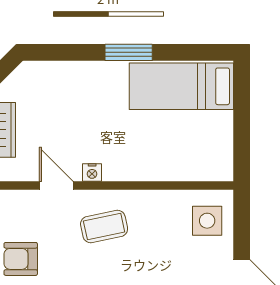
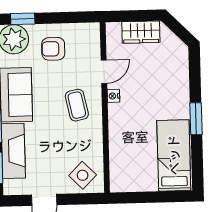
side table: (207, 221) -> (83, 175), turned 45
armchair: (21, 259) -> (53, 49), turned -90

